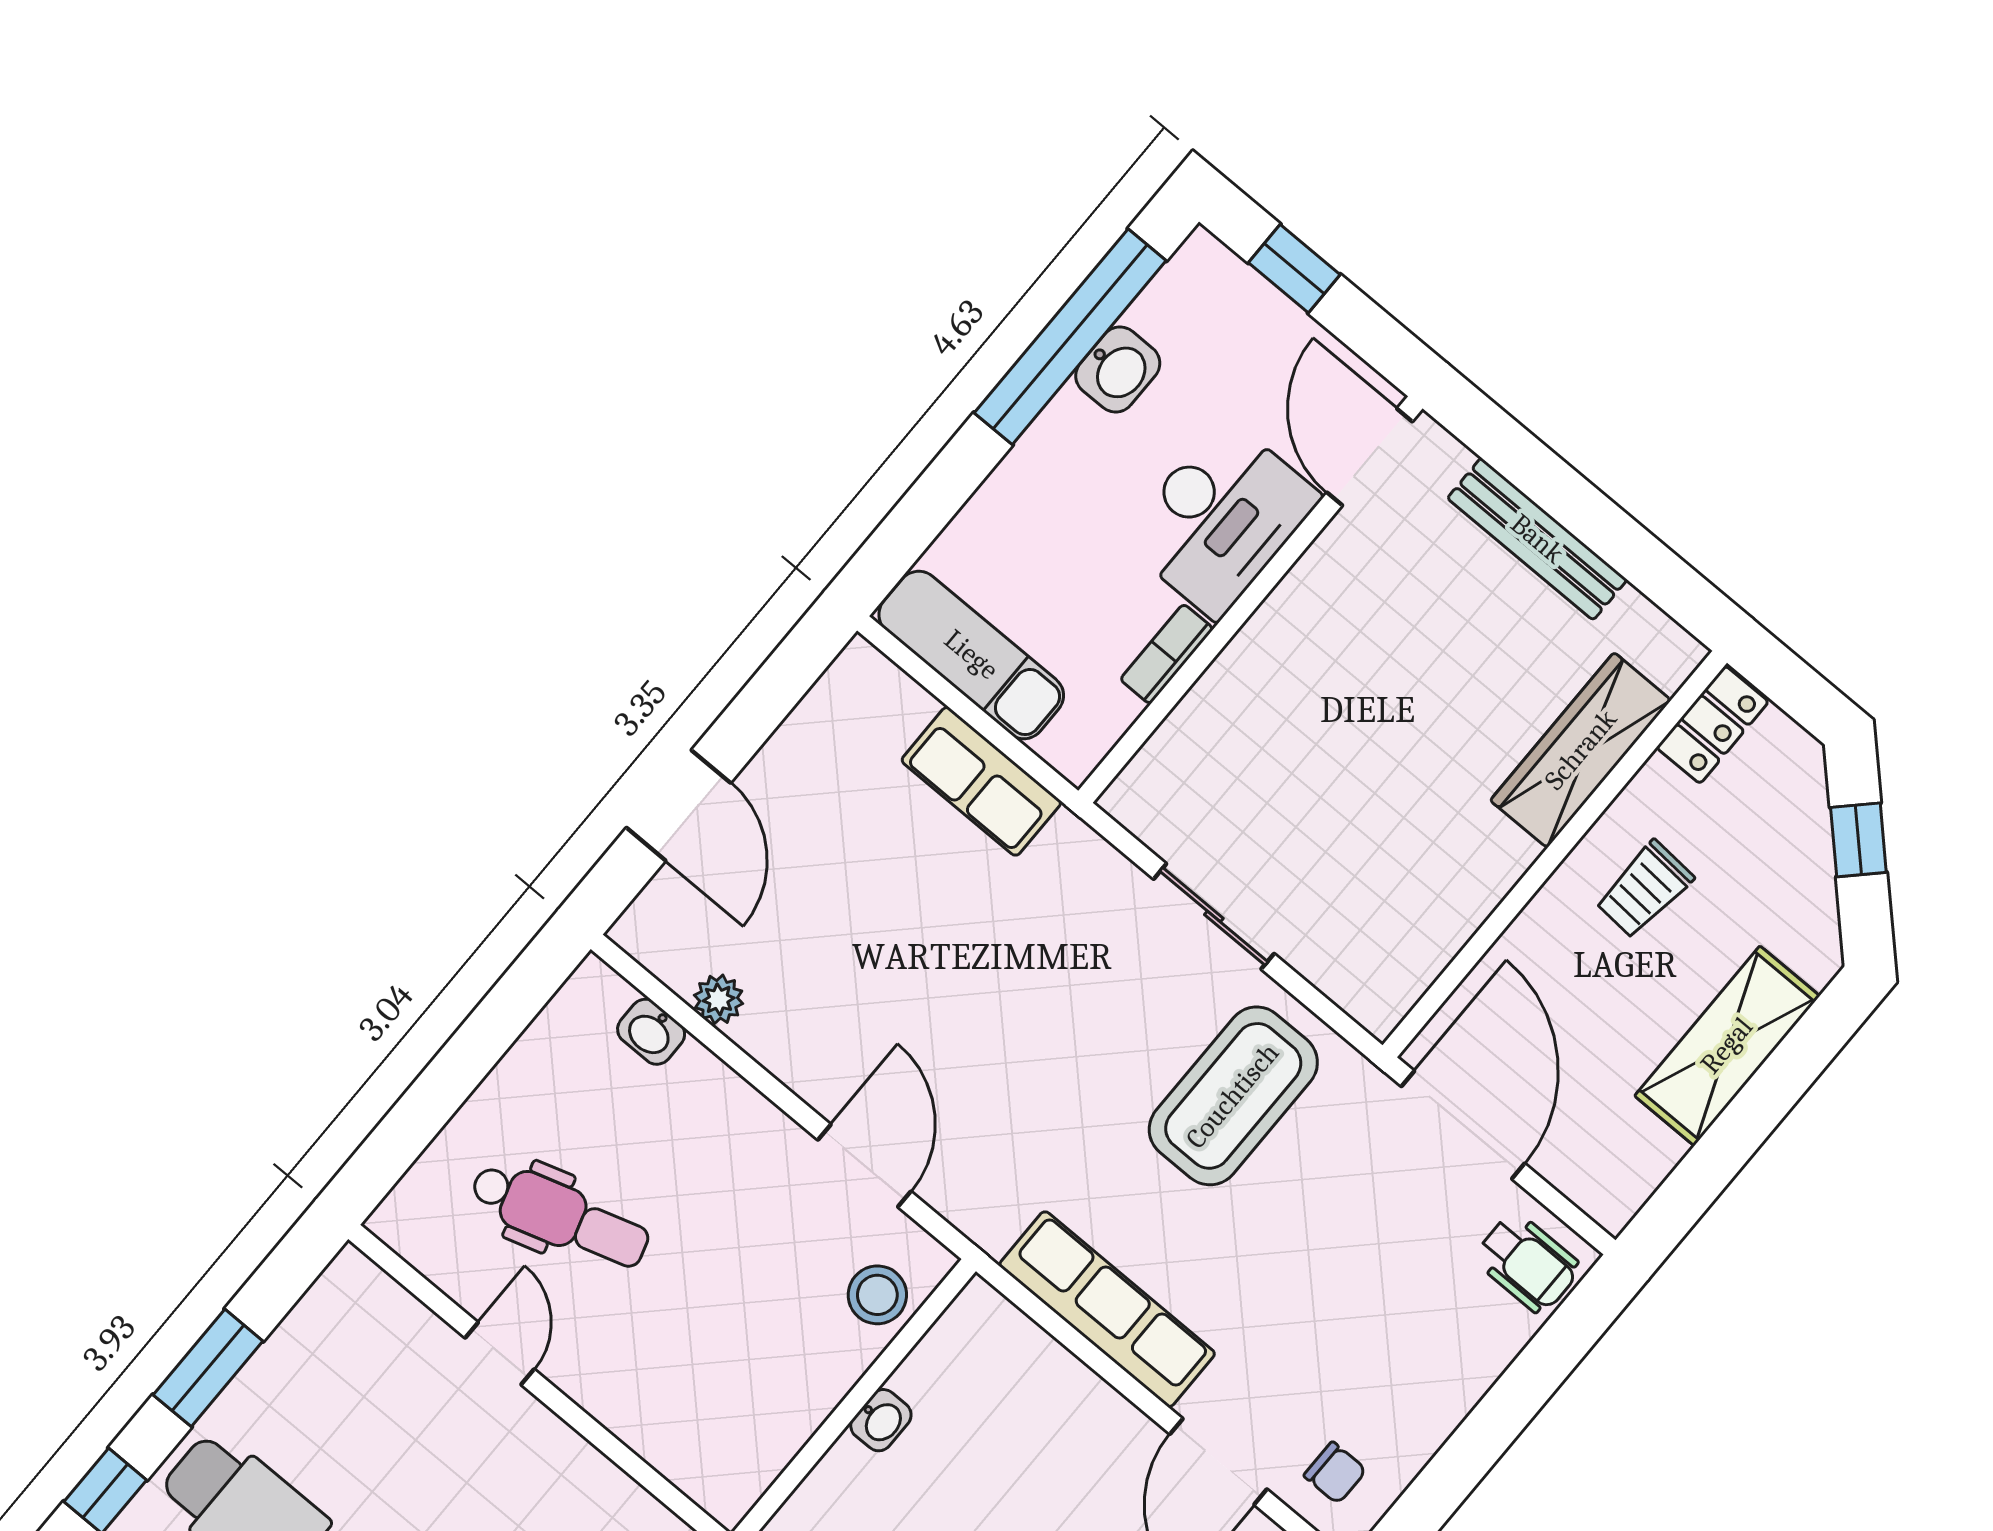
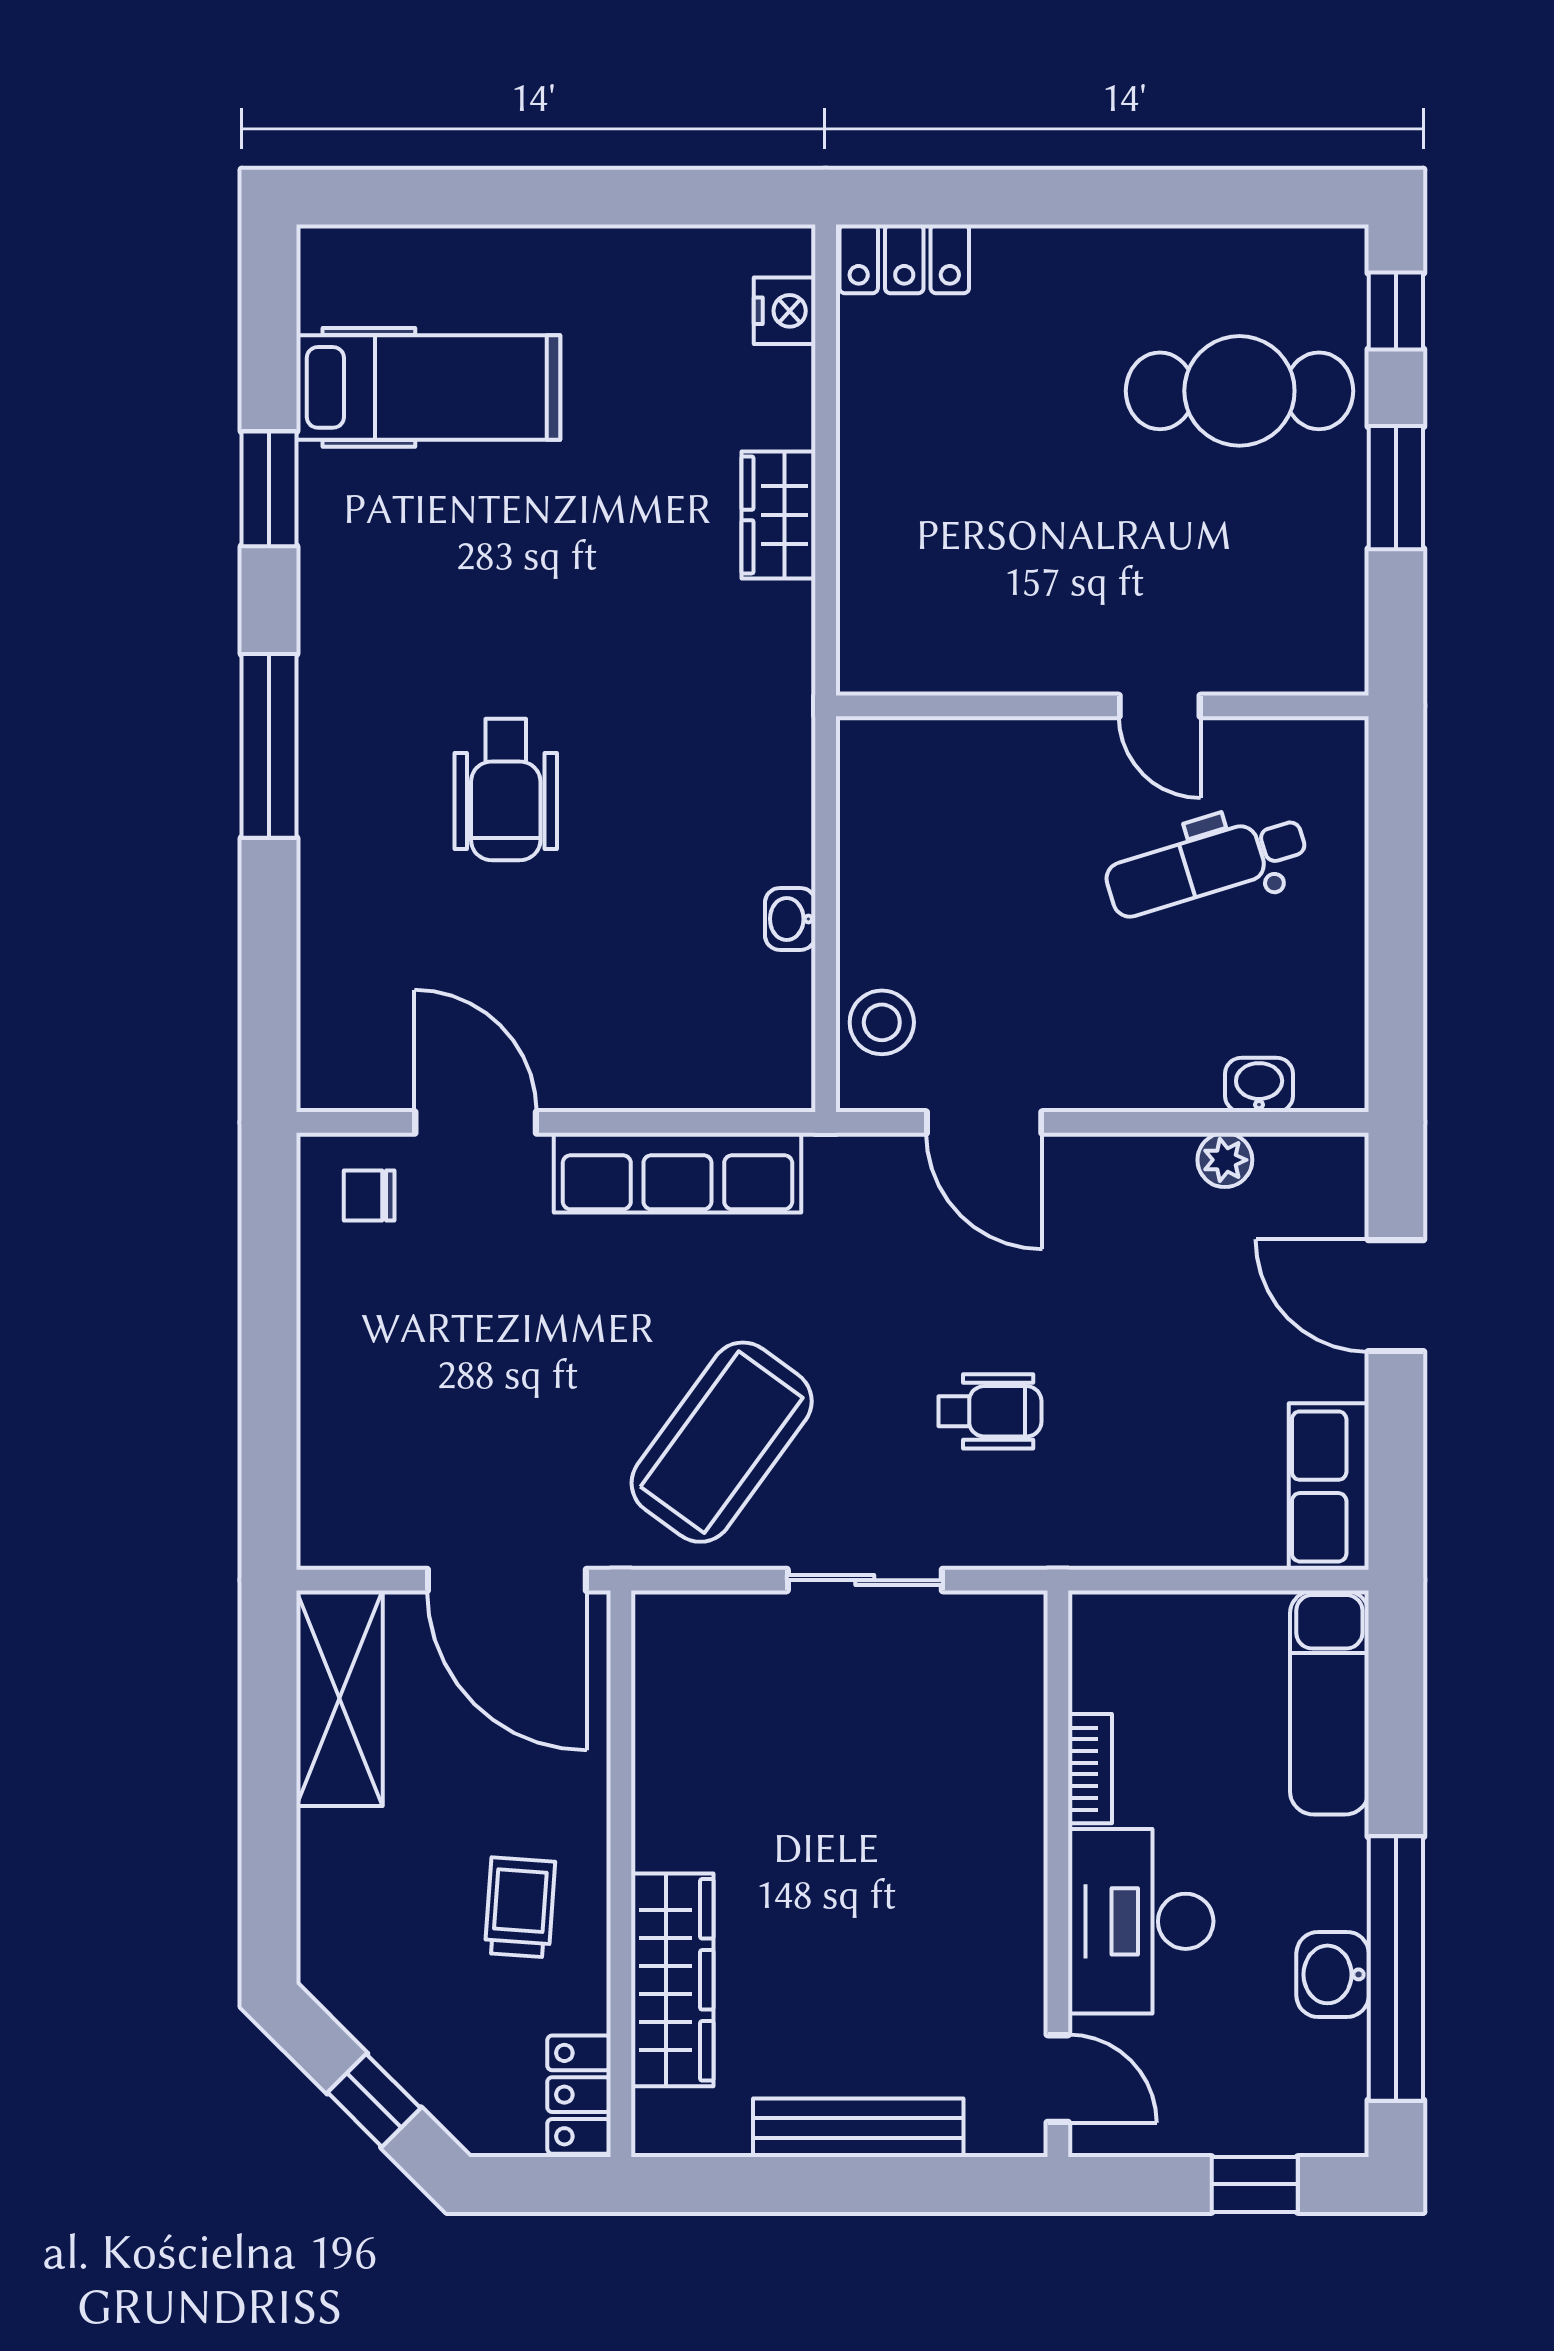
door: (1370, 457) -> (1058, 2079), width x0.73
exam couch: (971, 655) -> (1329, 1702), moved, turned 90
row of seats: (981, 781) -> (1329, 1486), moved, turned -90
shelving: (1727, 1046) -> (340, 1698), moved
coffee table: (1233, 1096) -> (722, 1442), turned 36
wheelchair: (1527, 1263) -> (990, 1411), moved, turned 180

